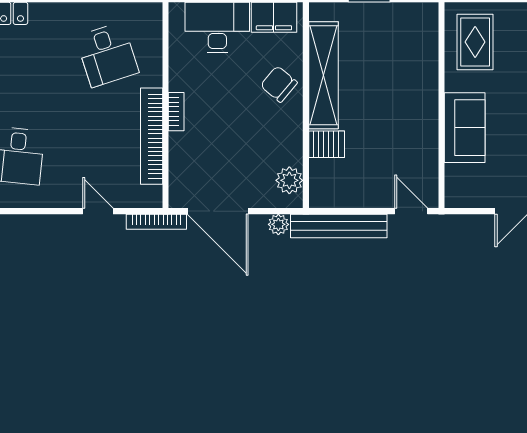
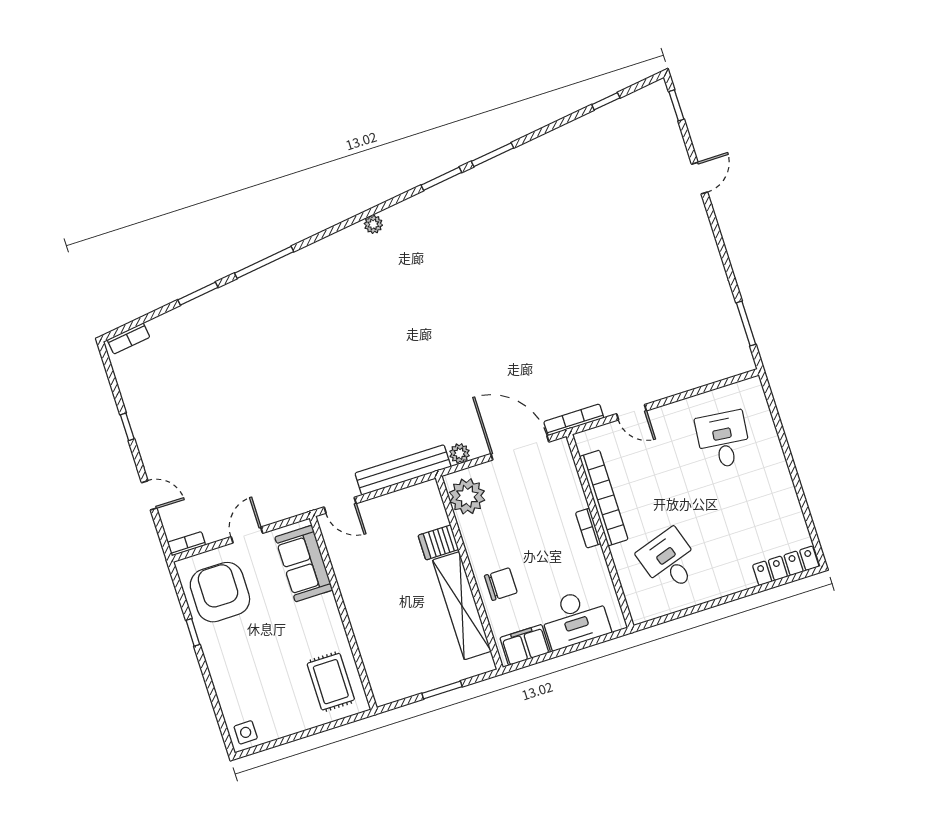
chair: (279, 84) -> (501, 584), turned -40
sofa: (465, 128) -> (304, 564), moved
plant: (289, 180) -> (467, 496), width x1.36, depth x1.36

